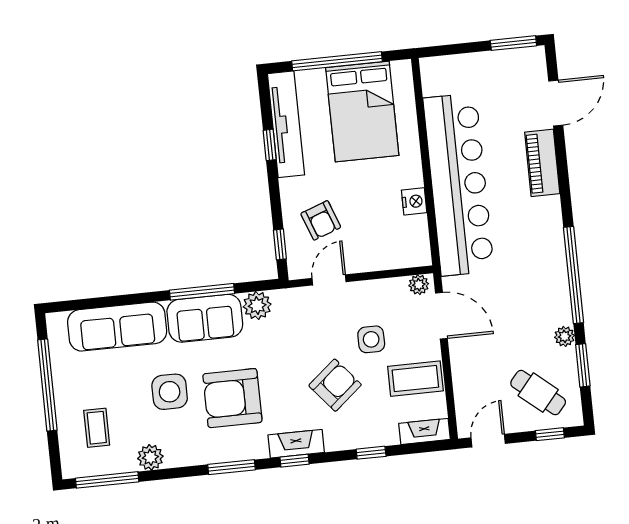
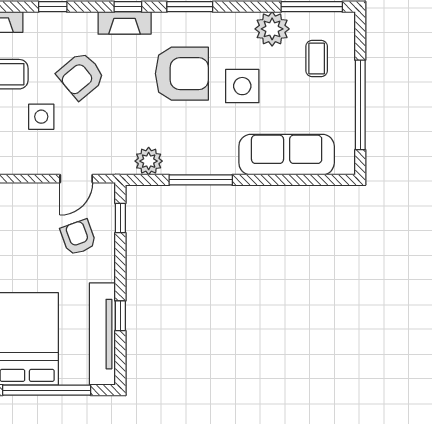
sofa: (205, 318) -> (201, 154), removed
plant: (150, 457) -> (272, 29), width x1.36, depth x1.36

